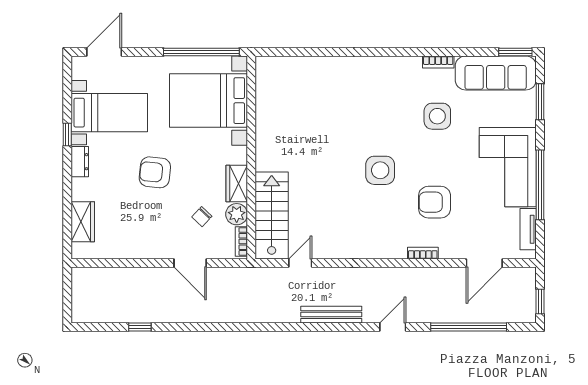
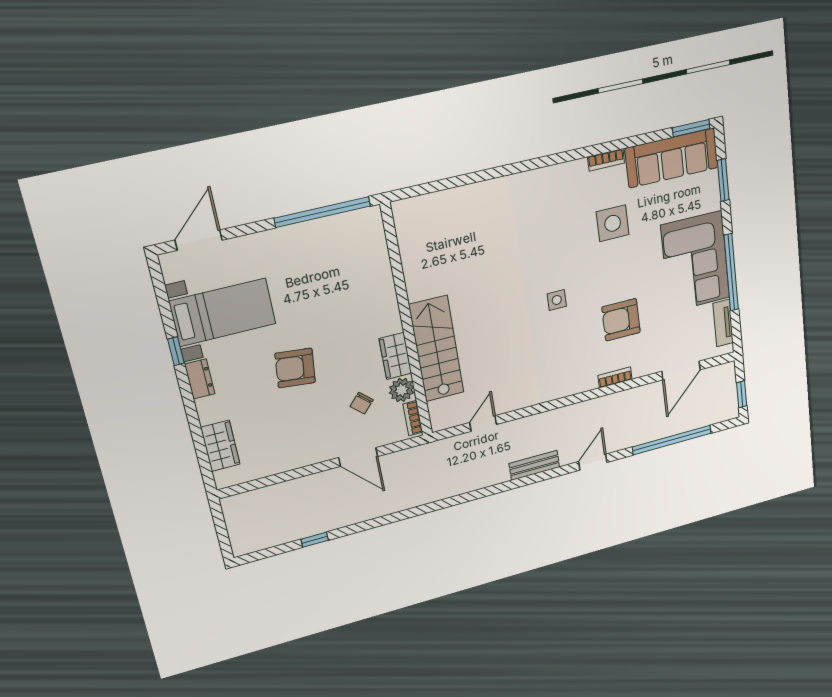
bed with nightstands: (208, 101) -> (343, 269), removed
side table: (380, 170) -> (557, 300), width x0.54, depth x0.54
stairs: (272, 215) -> (436, 349), moved
bench: (331, 315) -> (534, 465), width x0.73

